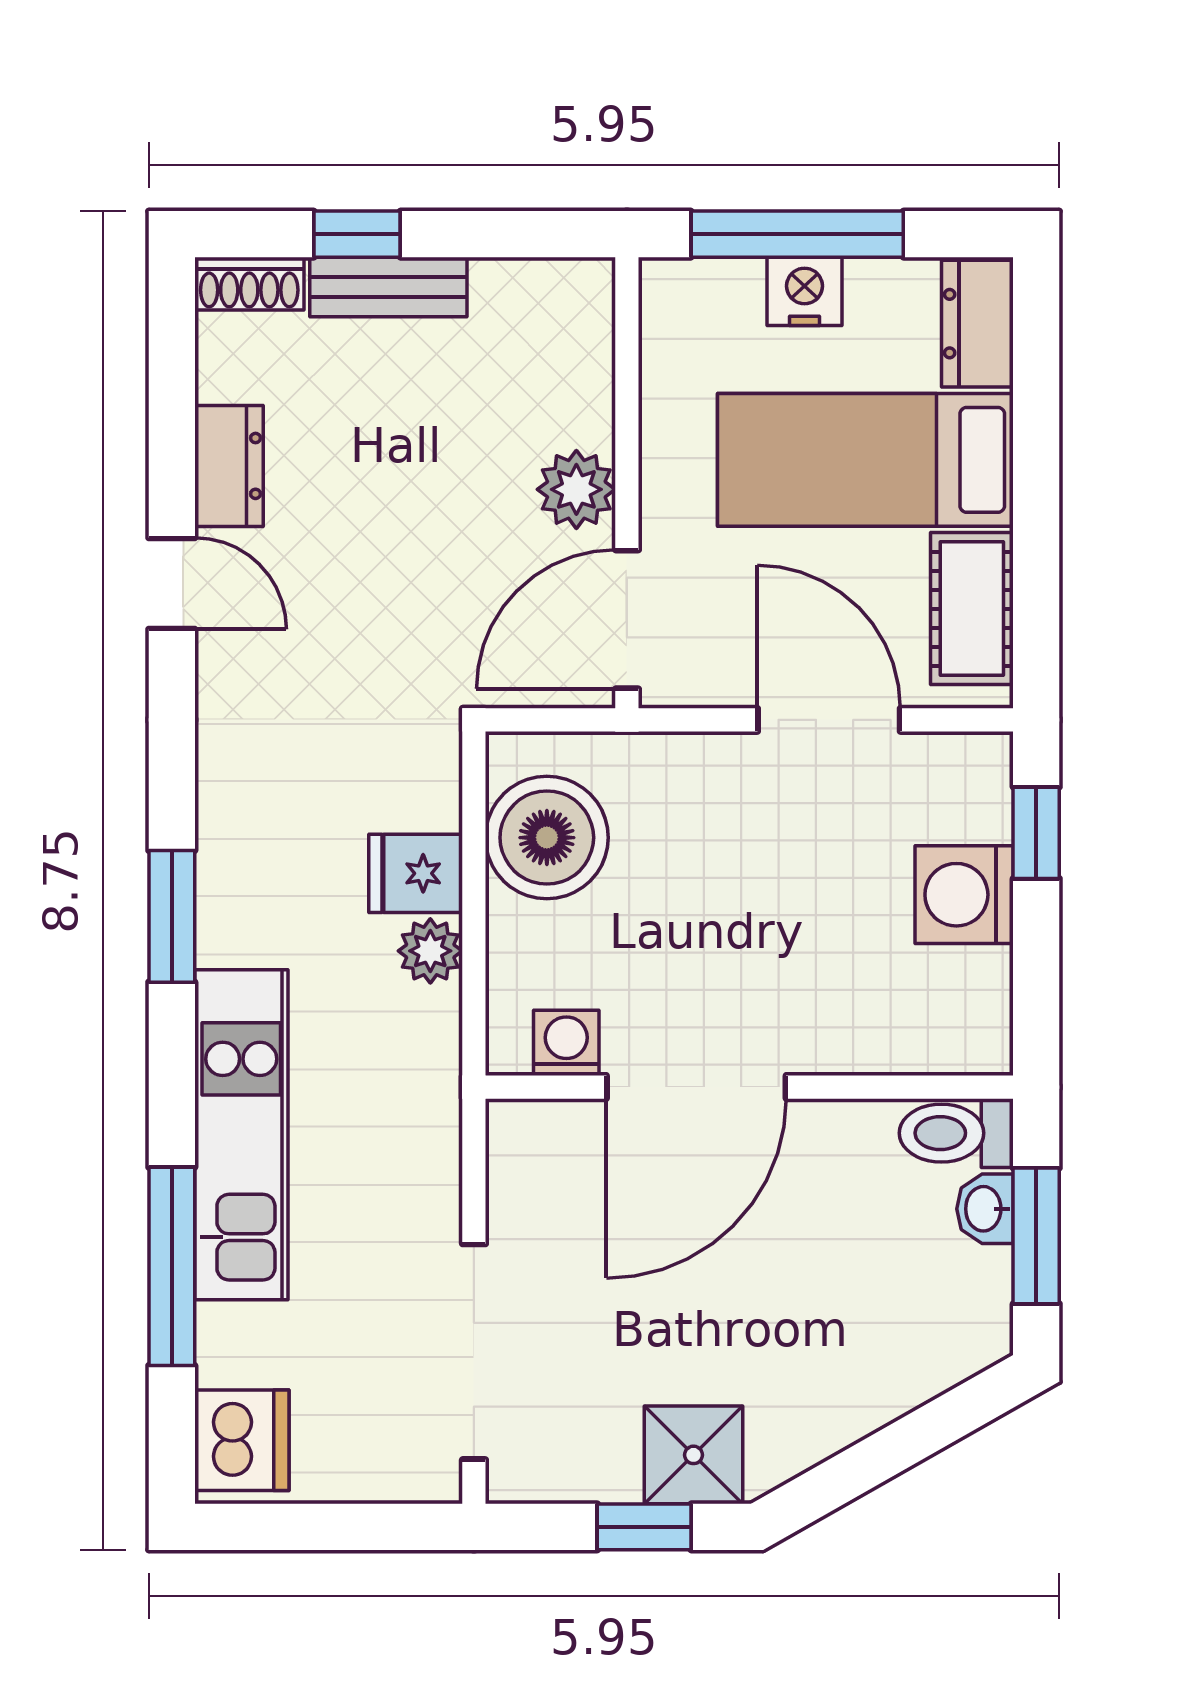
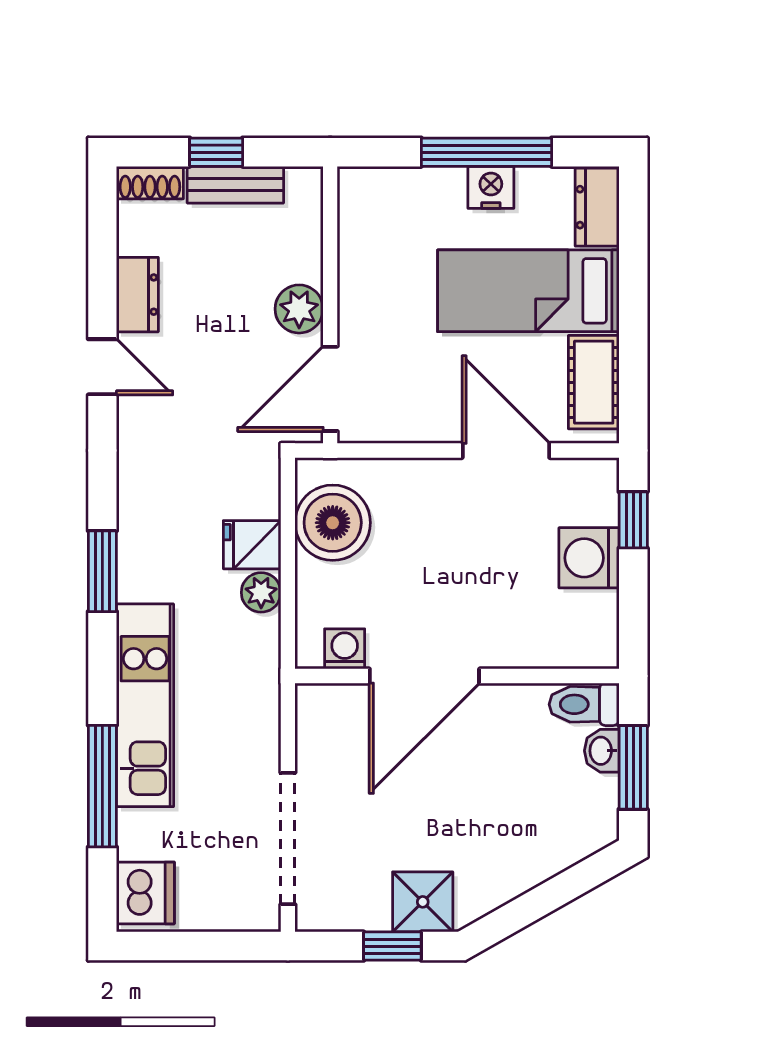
wall: (627, 483) -> (330, 305), moved
plant: (576, 489) -> (299, 309), moved
door: (627, 619) -> (330, 389), moved

